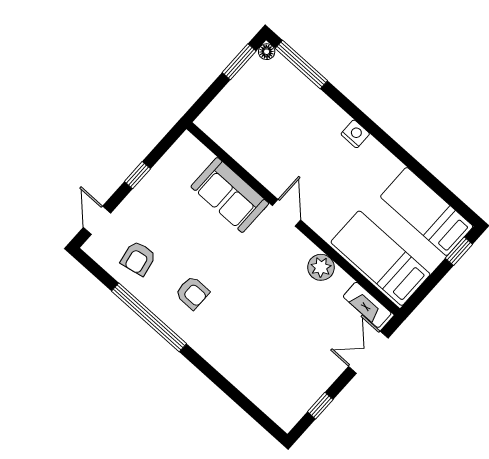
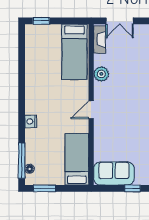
floor lamp: (267, 52) -> (30, 169), moved
nightstand: (355, 134) -> (31, 121), moved
sofa: (230, 195) -> (114, 174), moved, turned -90
bed: (427, 211) -> (77, 159), moved, turned 180

